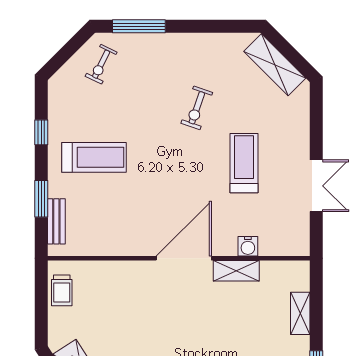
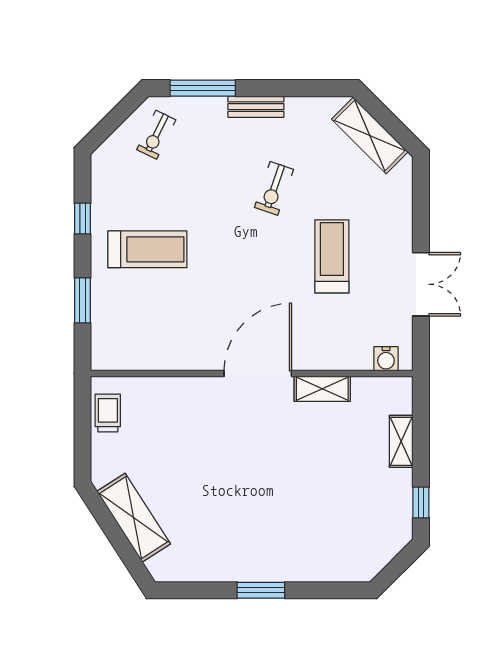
bench: (56, 221) -> (256, 107), moved, turned 90
water cooler: (248, 246) -> (386, 359), moved
trolley: (62, 290) -> (108, 413), turned 180

